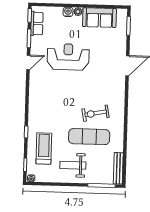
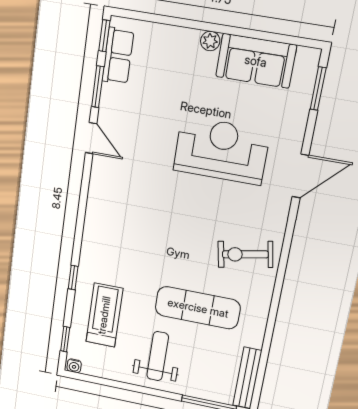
water cooler: (68, 12) -> (188, 39), removed
reception desk: (68, 57) -> (221, 150), moved
door: (28, 62) -> (91, 138), hinge flipped
exercise bike: (96, 113) -> (245, 254), moved
weight bench: (73, 165) -> (158, 356), turned 90

